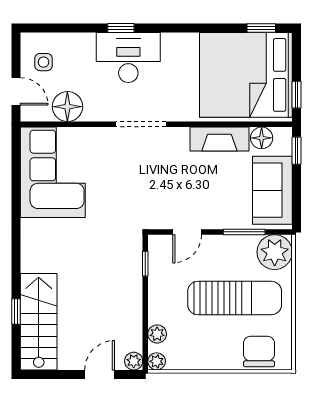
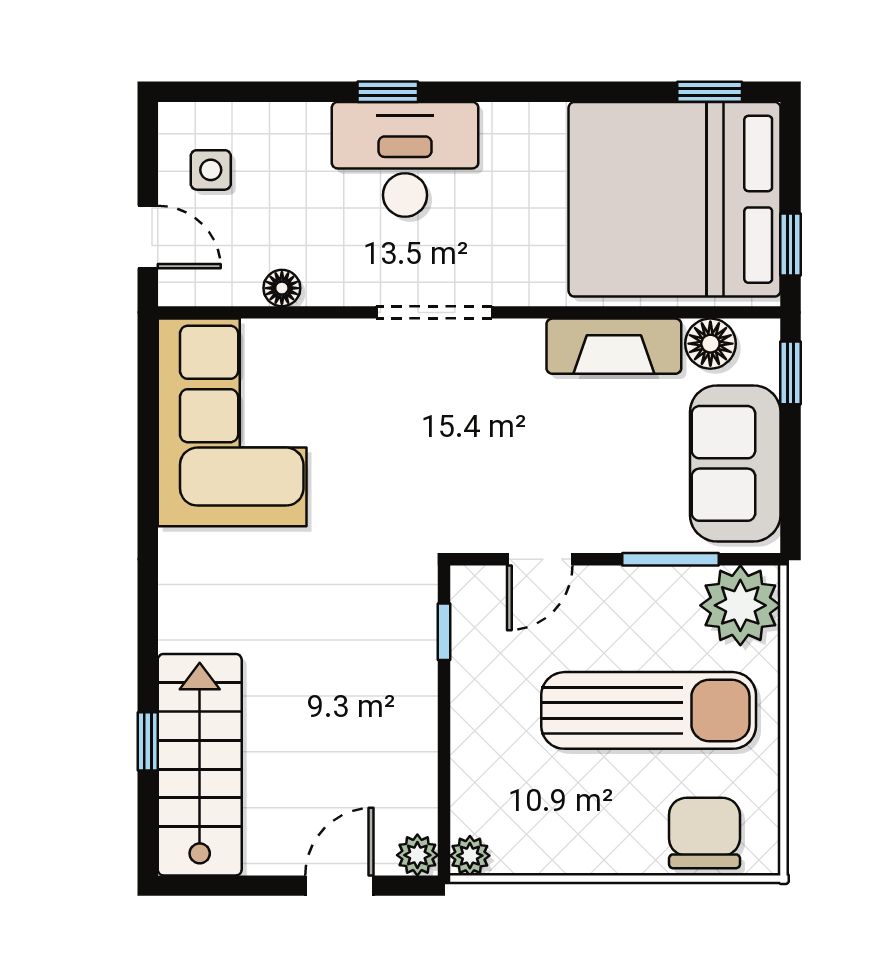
floor lamp: (67, 107) -> (282, 288), width x0.53, depth x0.53
plant: (157, 334) -> (471, 793), removed

